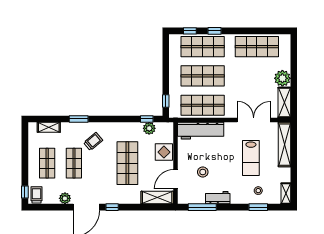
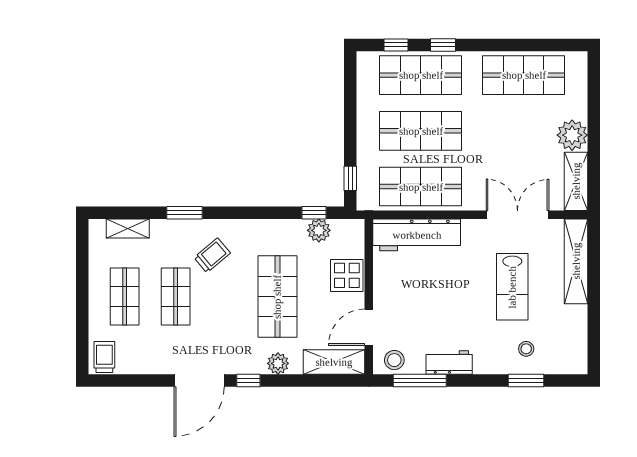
stool: (203, 172) -> (394, 360), moved
window: (25, 192) -> (82, 351), removed
shelving: (286, 193) -> (579, 354), removed
plant: (65, 198) -> (278, 363), moved

